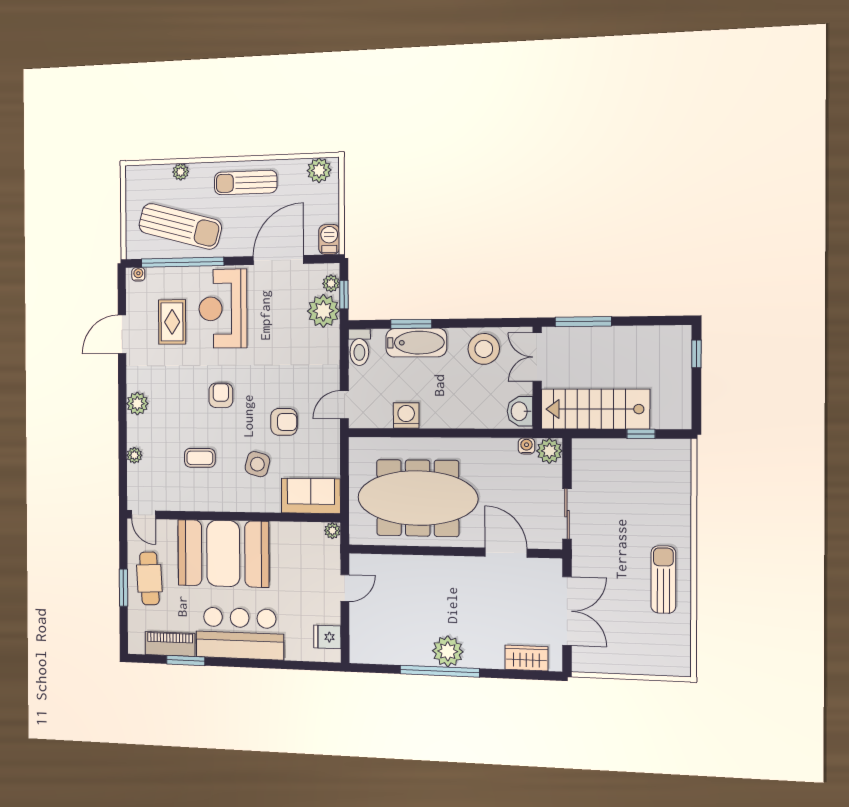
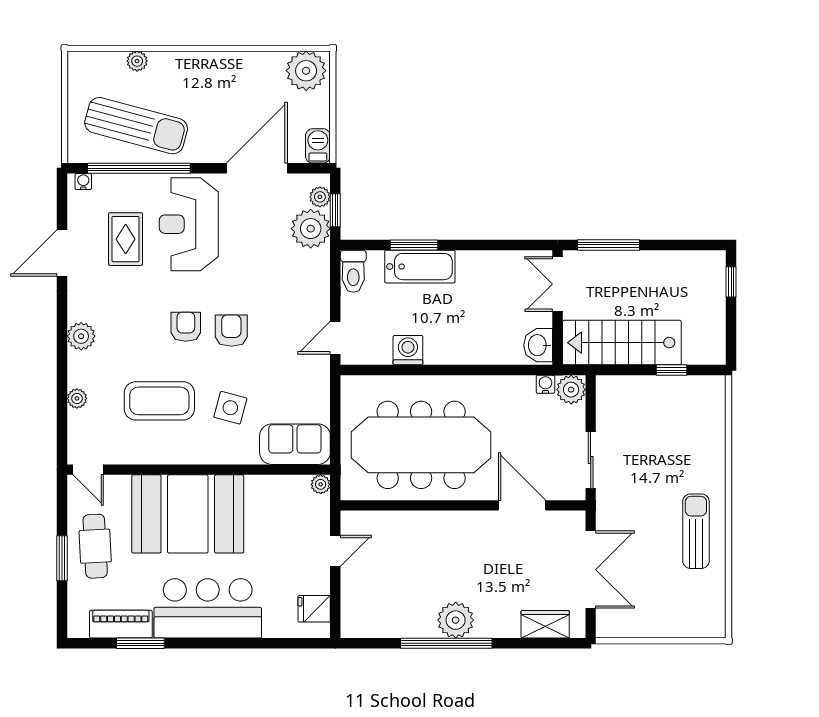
plant: (319, 170) -> (306, 71), width x1.36, depth x1.36
sun lounger: (246, 183) -> (217, 77), removed
stool: (484, 349) -> (497, 274), removed
armchair: (284, 422) -> (231, 331), moved, turned -90
coffee table: (200, 458) -> (159, 401), width x1.86, depth x1.72

